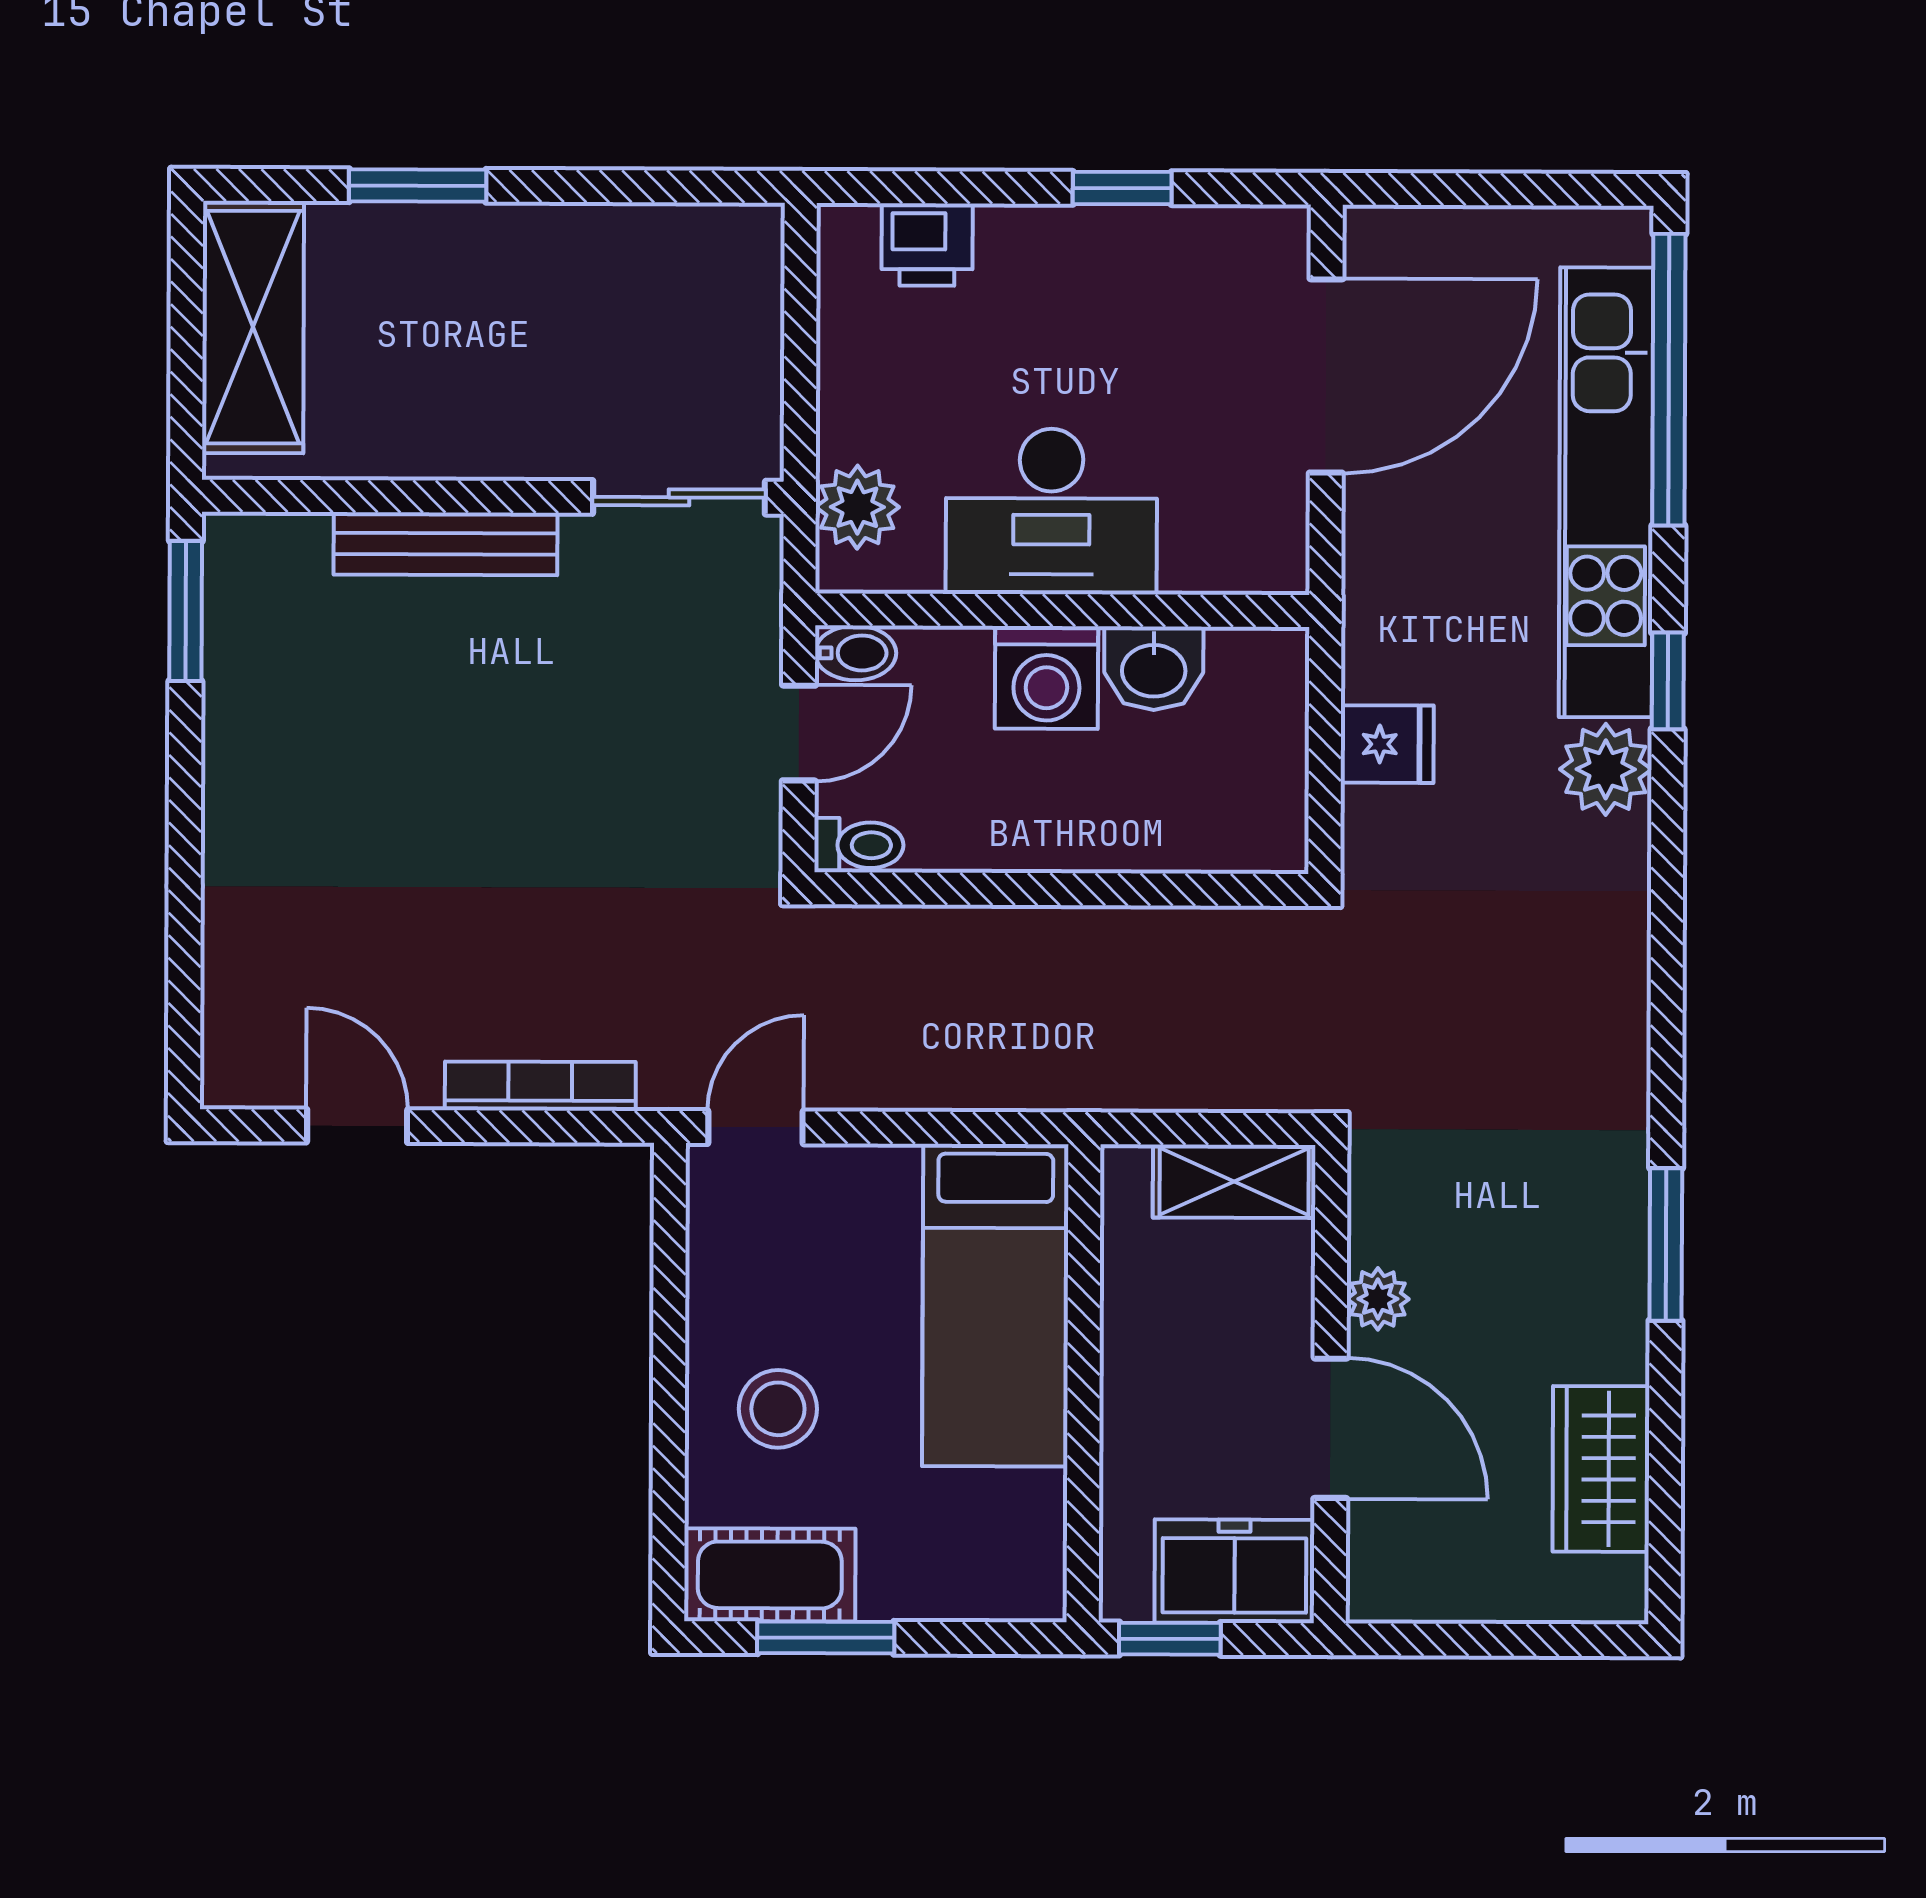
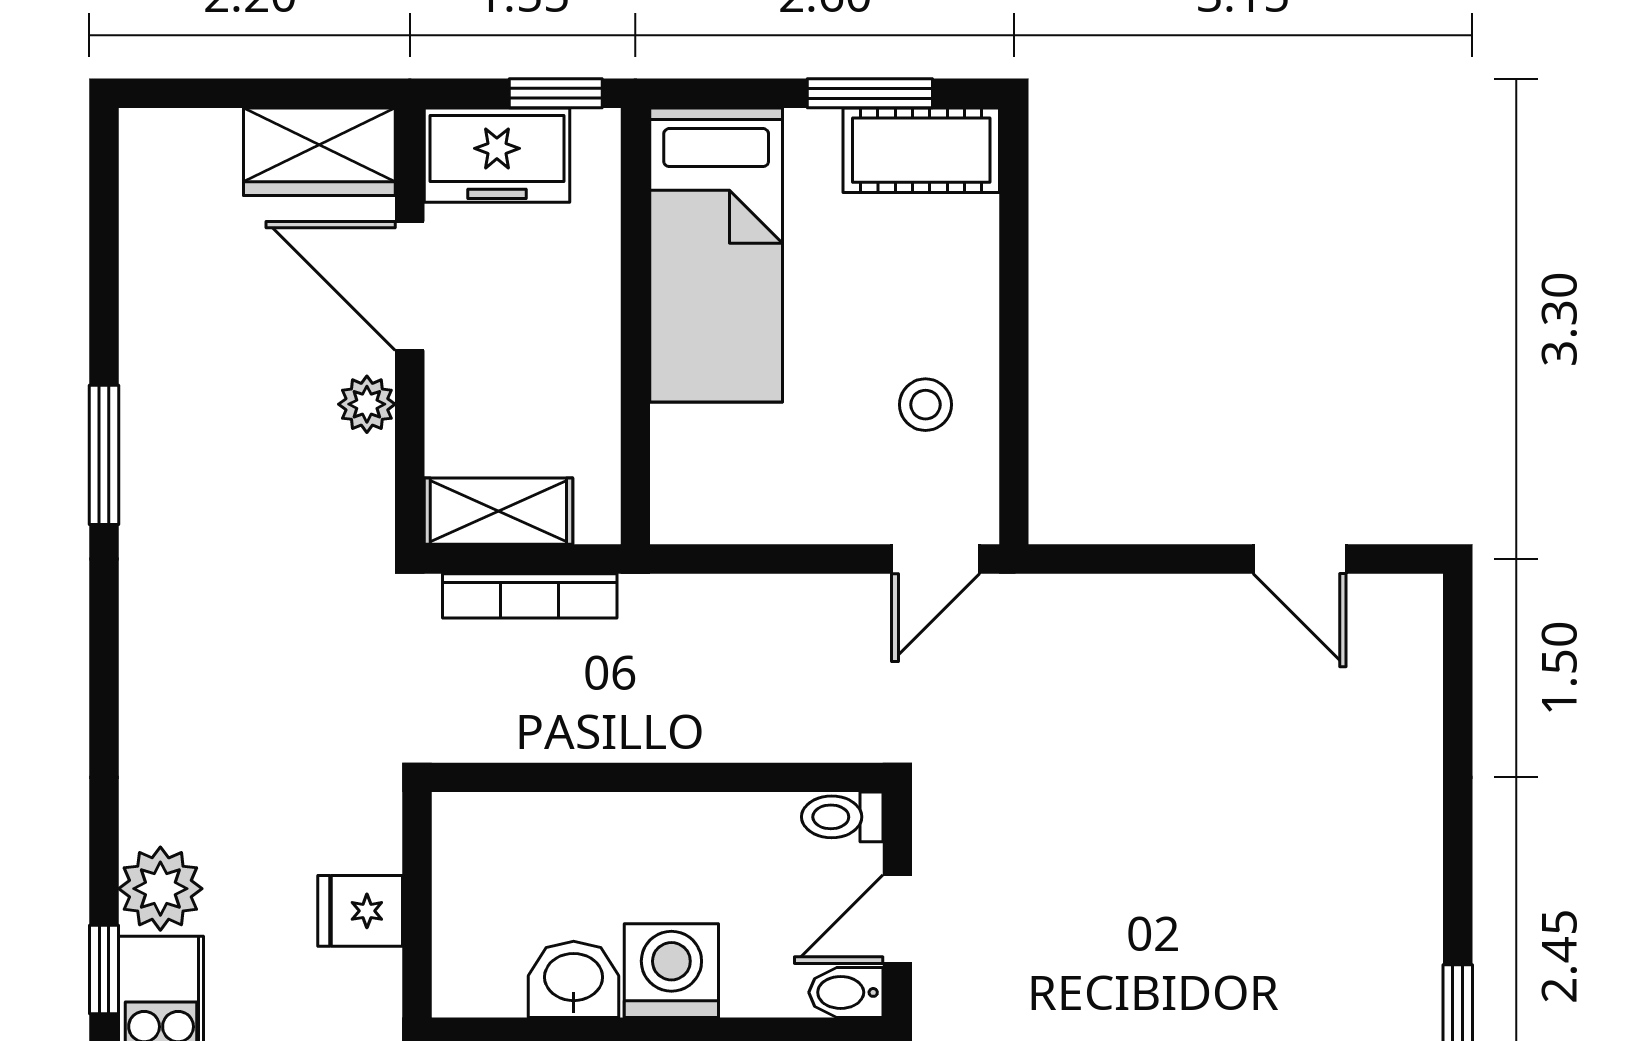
bookcase: (540, 1086) -> (530, 596), moved
bed: (995, 1305) -> (716, 255), moved, turned 180
stool: (778, 1409) -> (925, 405), moved, width x0.73, depth x0.73
wardrobe: (1601, 1469) -> (319, 152), moved, turned 90

